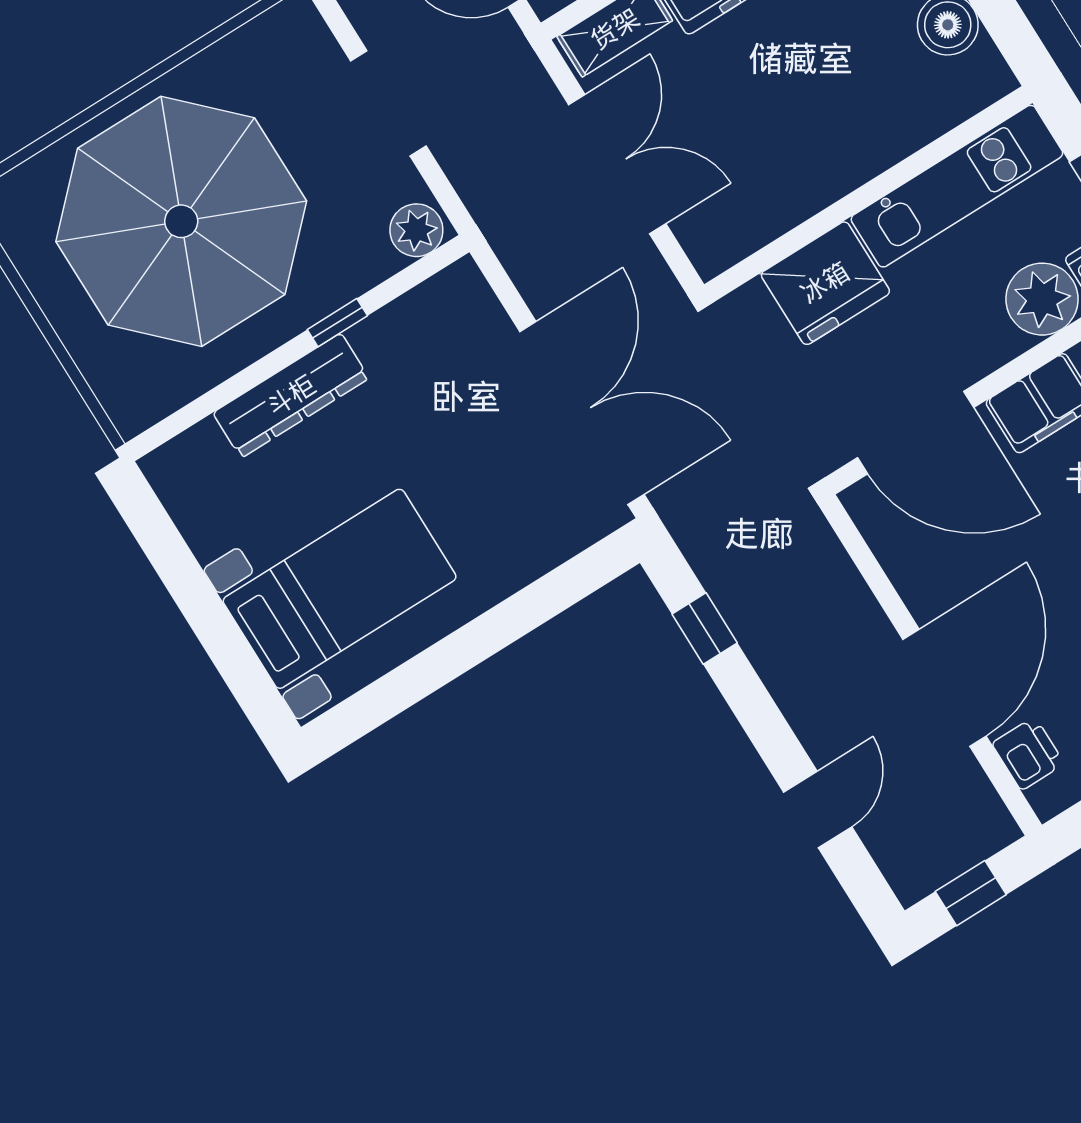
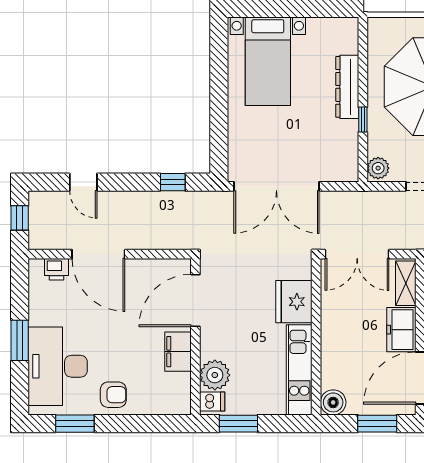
kitchen unit: (957, 186) -> (299, 370), moved
wall: (868, 194) -> (316, 337), moved
fridge: (825, 283) -> (294, 302), moved

